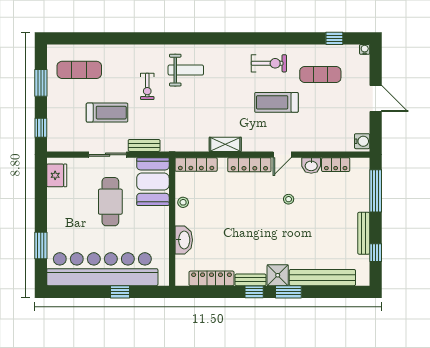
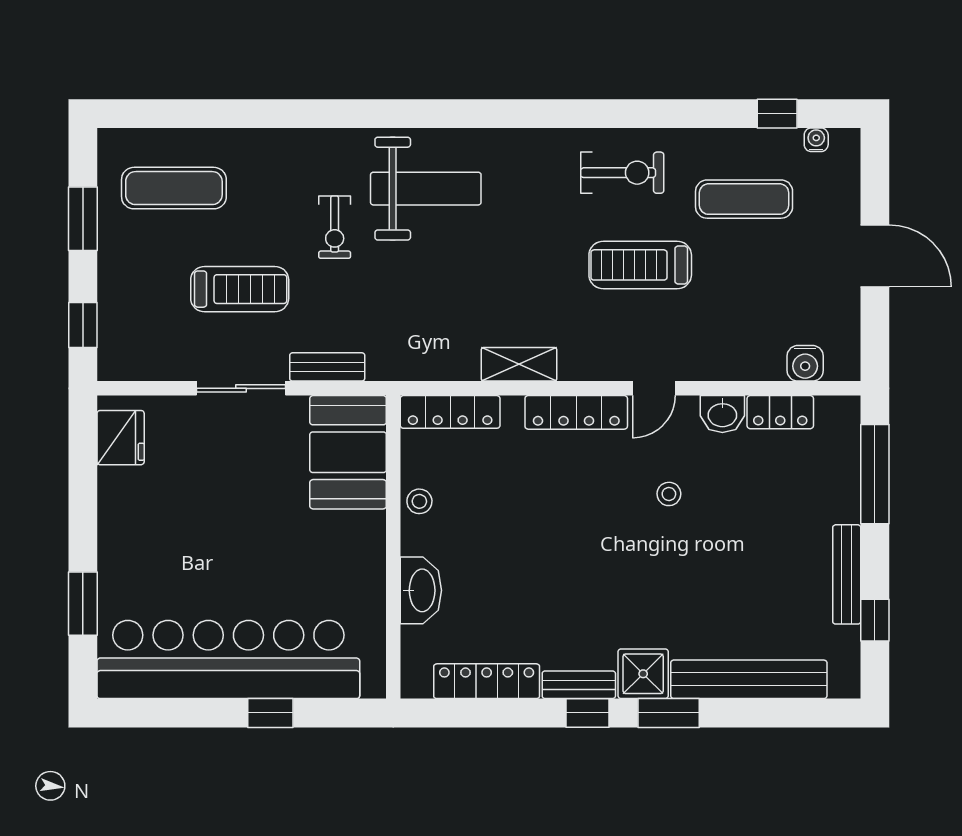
water cooler: (365, 49) -> (816, 140), moved
weight bench: (186, 70) -> (426, 189), width x1.36, depth x1.33
water cooler: (362, 141) -> (805, 363), moved, turned 90
cafe table: (110, 202) -> (247, 500), removed

